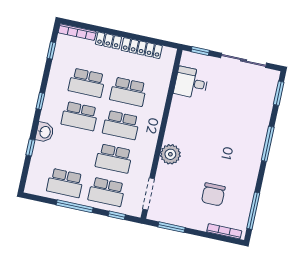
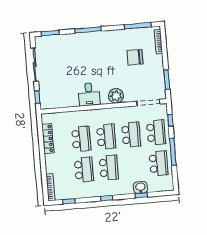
locker: (108, 41) -> (50, 164), removed
desk: (191, 83) -> (89, 94), moved
washbasin: (45, 132) -> (140, 187), moved
chair: (213, 194) -> (135, 57), turned 180

